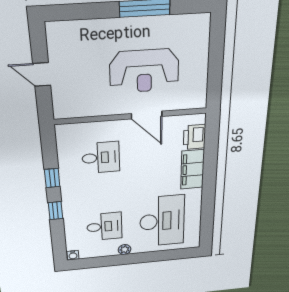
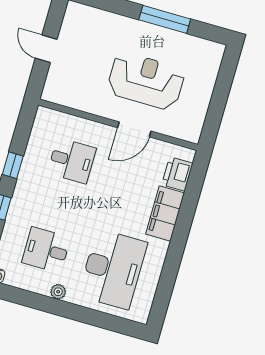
reception desk: (144, 71) -> (146, 81), turned 180
door: (147, 115) -> (134, 129), hinge flipped
desk: (104, 227) -> (46, 250), turned 180

